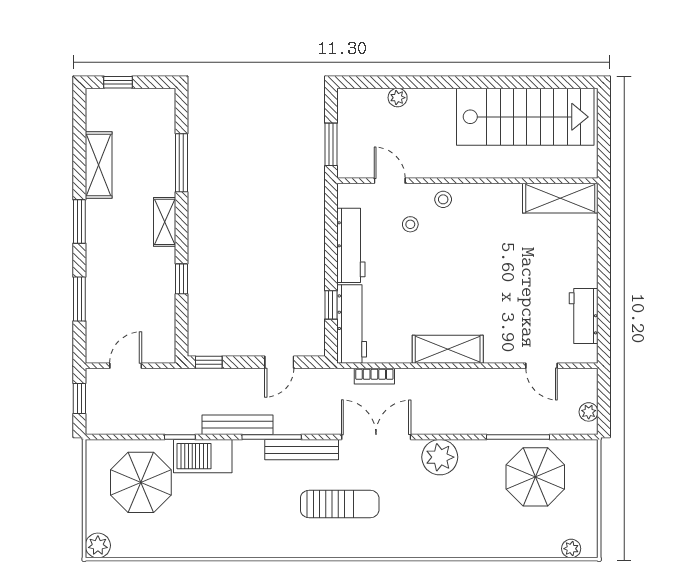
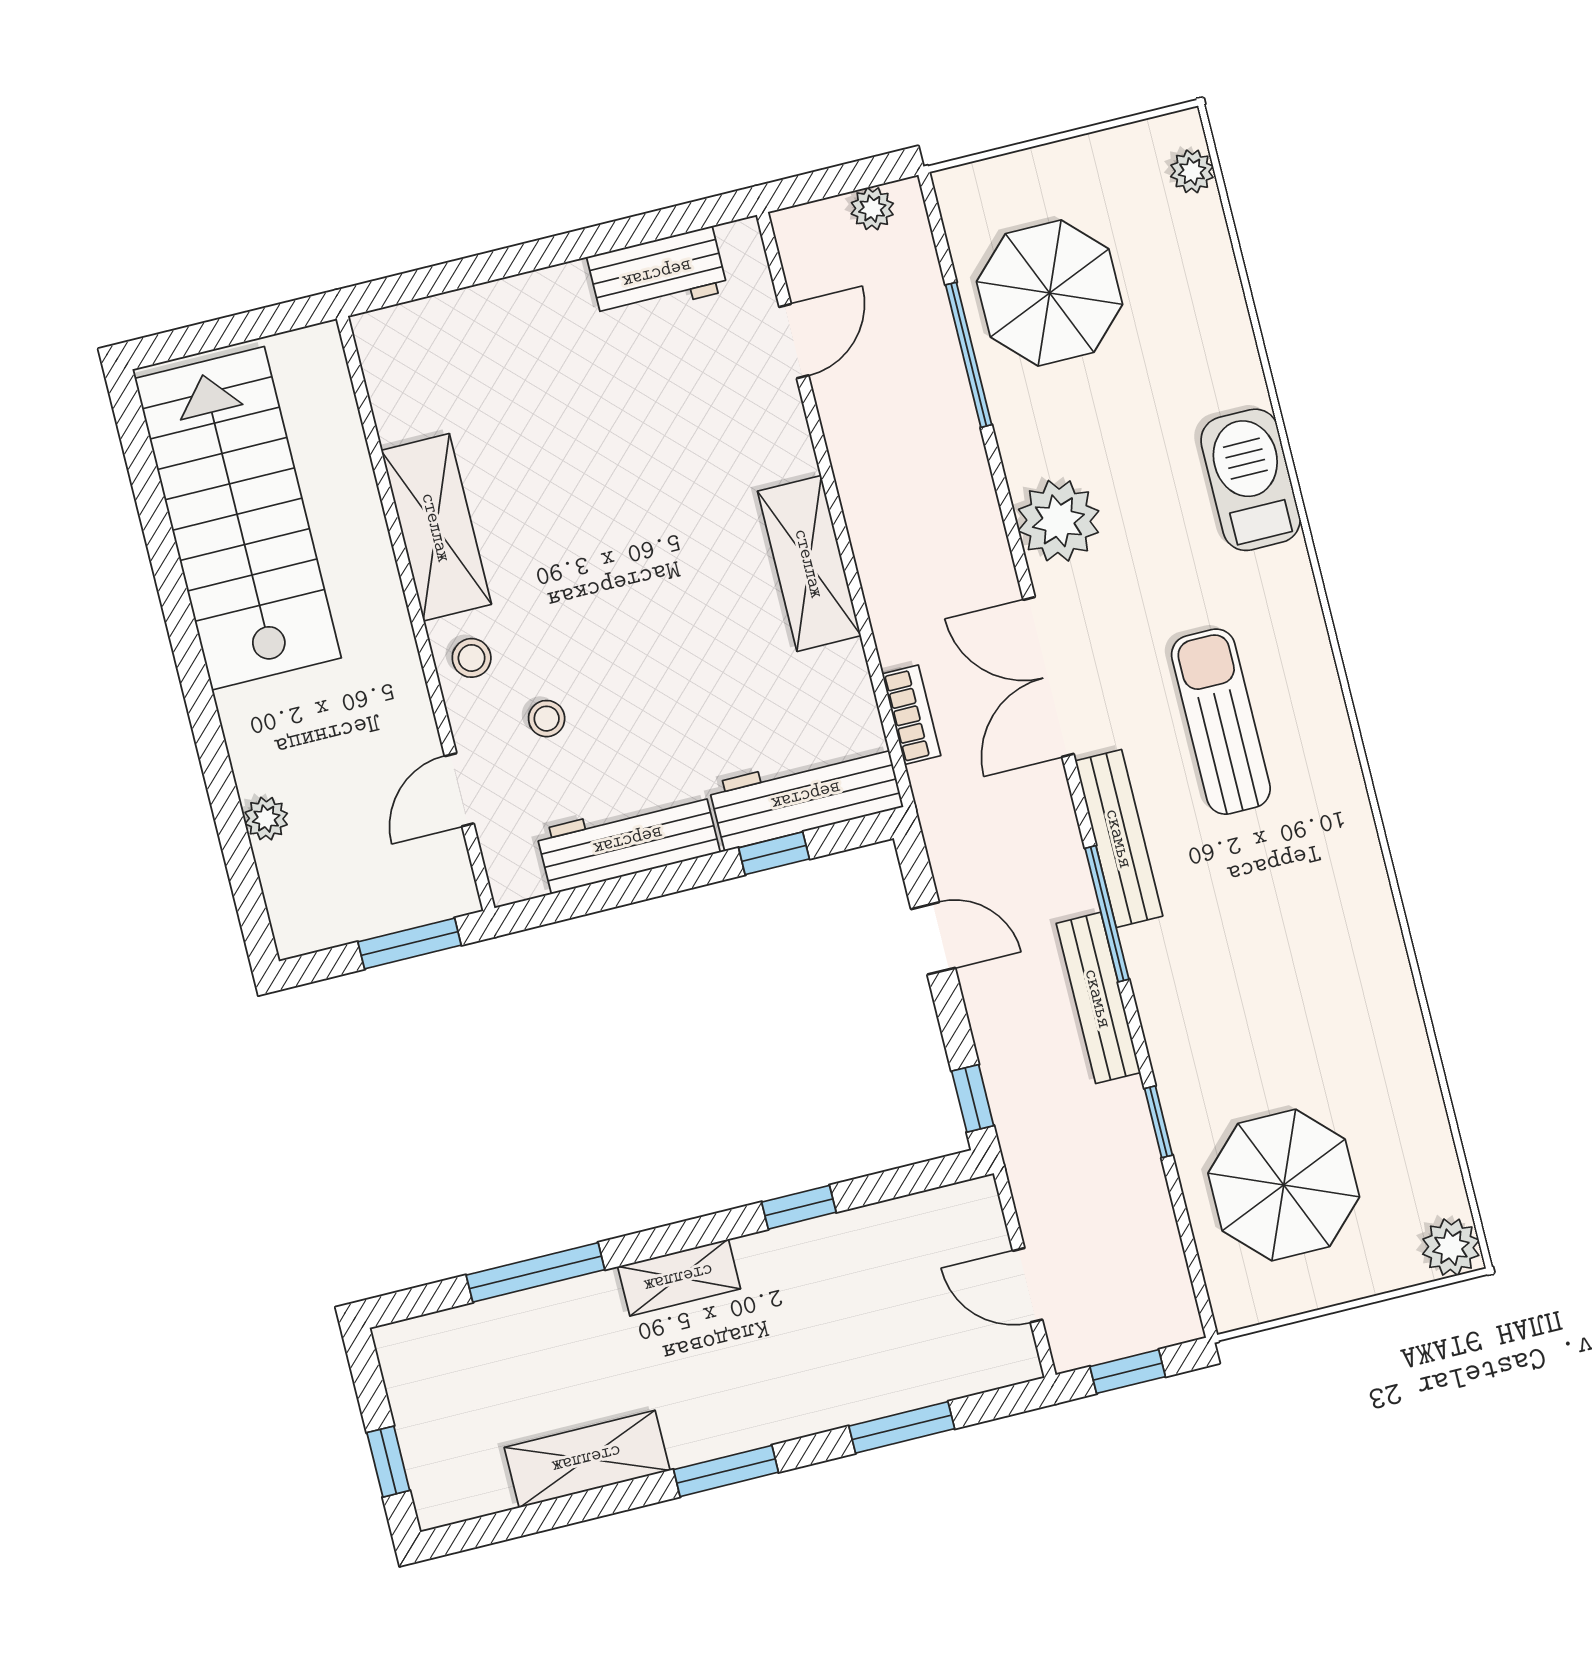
shelving: (560, 198) -> (436, 527), moved
barbecue: (203, 456) -> (1251, 480), moved, turned 180

